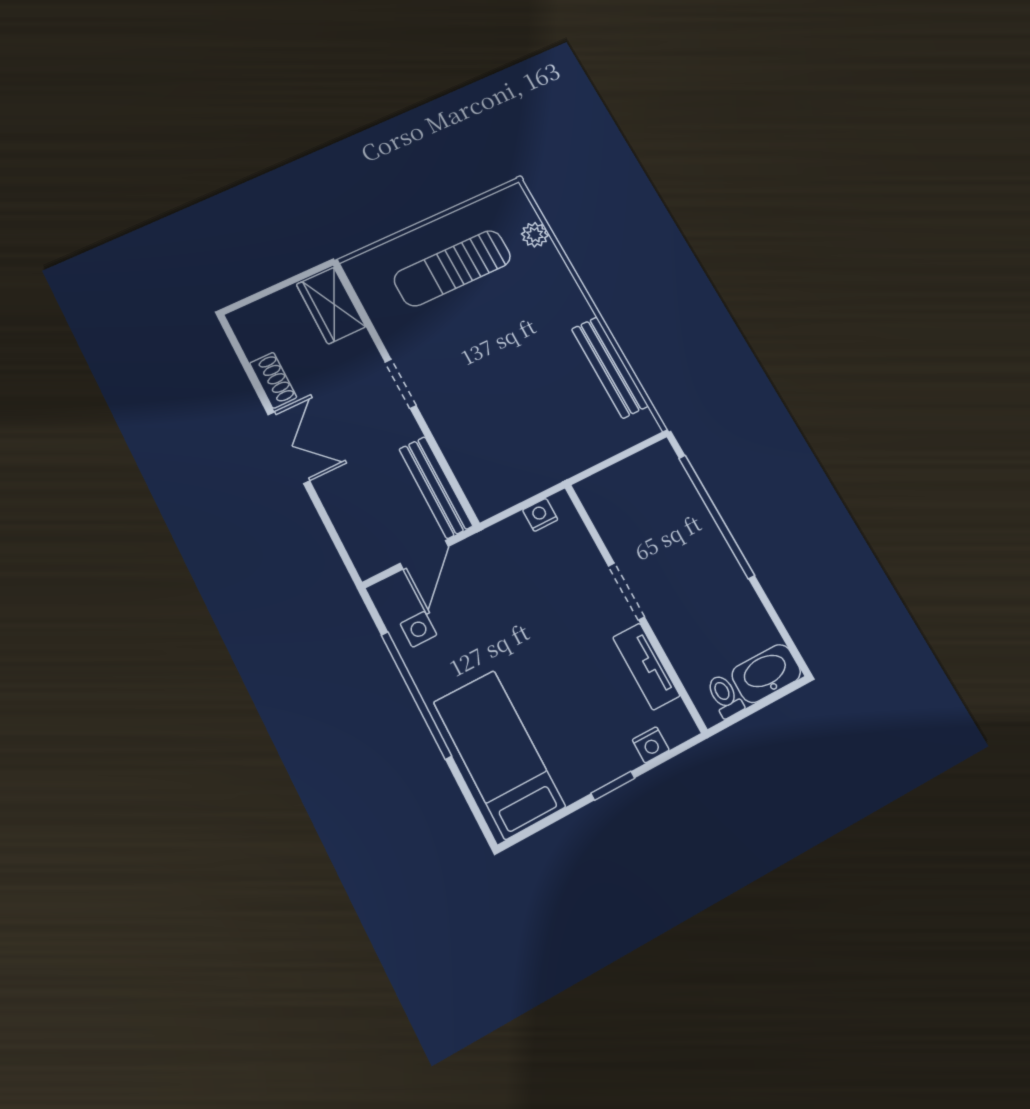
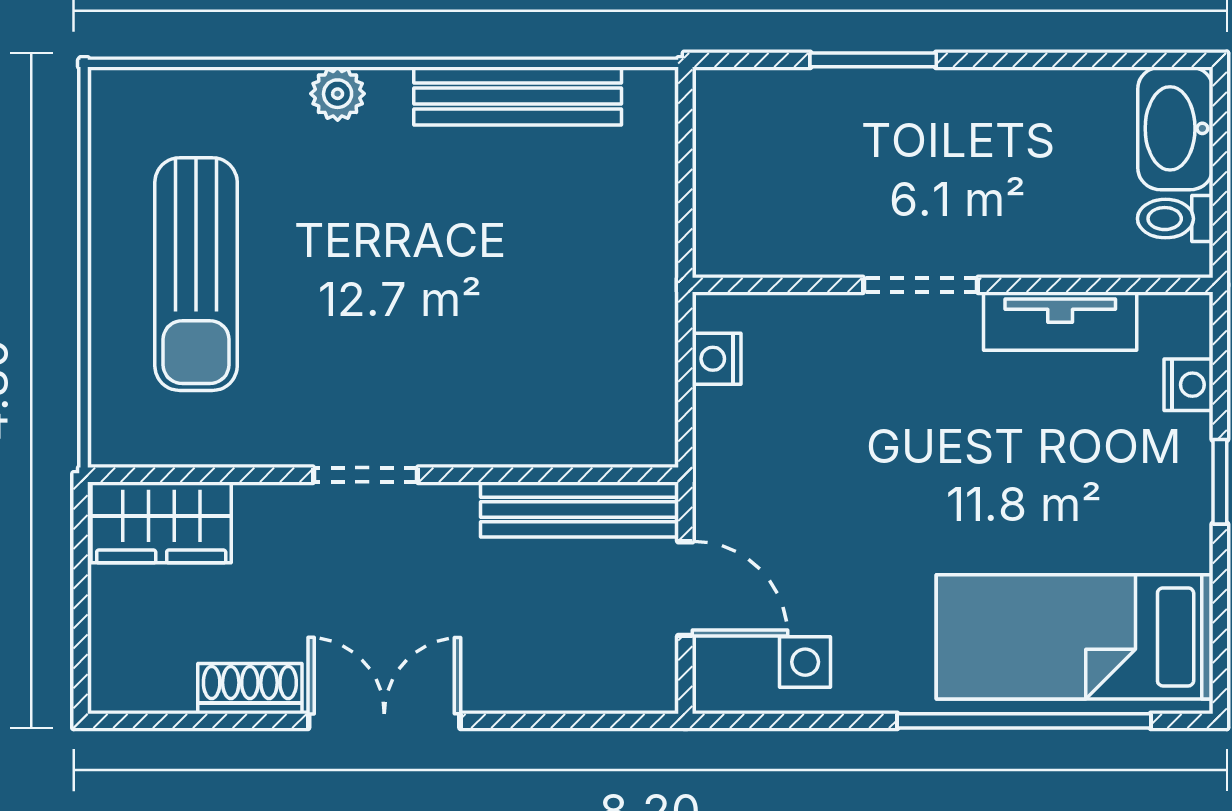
plant: (535, 235) -> (338, 94), moved
window: (716, 517) -> (873, 60), width x0.47
window: (416, 695) -> (1024, 721), moved

